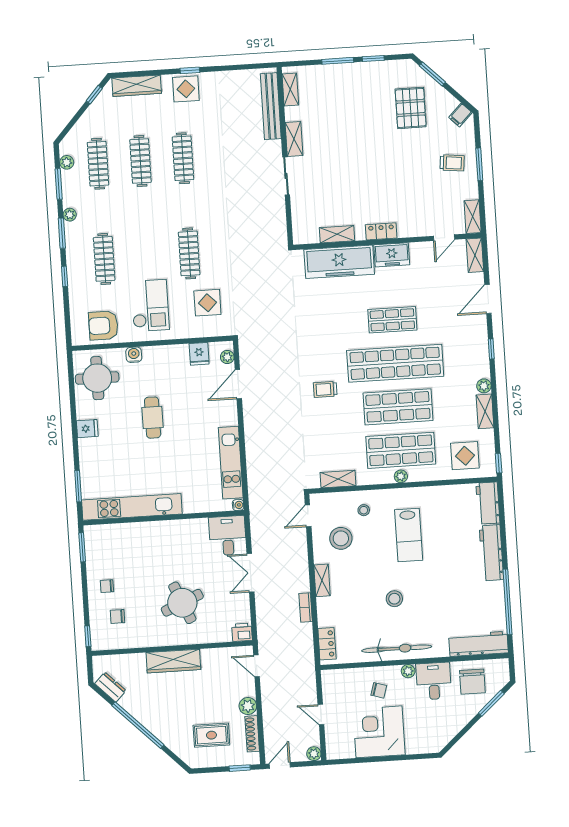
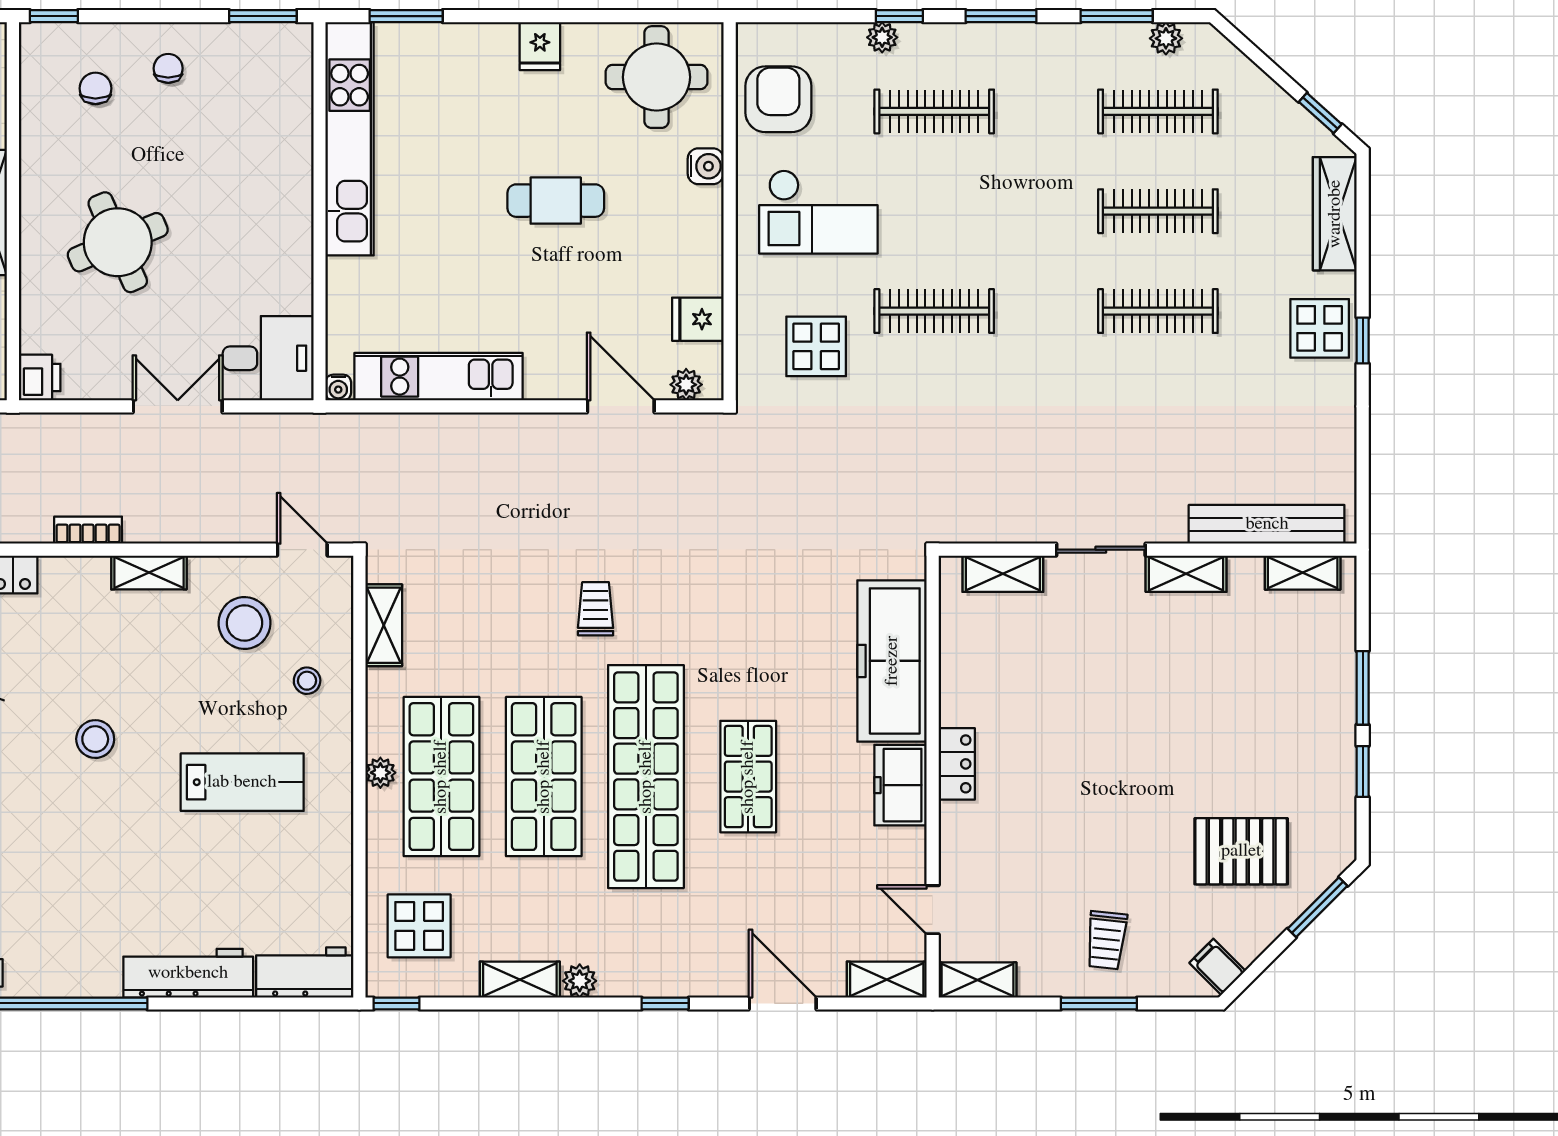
plant: (70, 215) -> (882, 37), moved
shelving: (337, 234) -> (1003, 574), moved, turned 90
lab bench: (409, 535) -> (242, 782), turned 180

